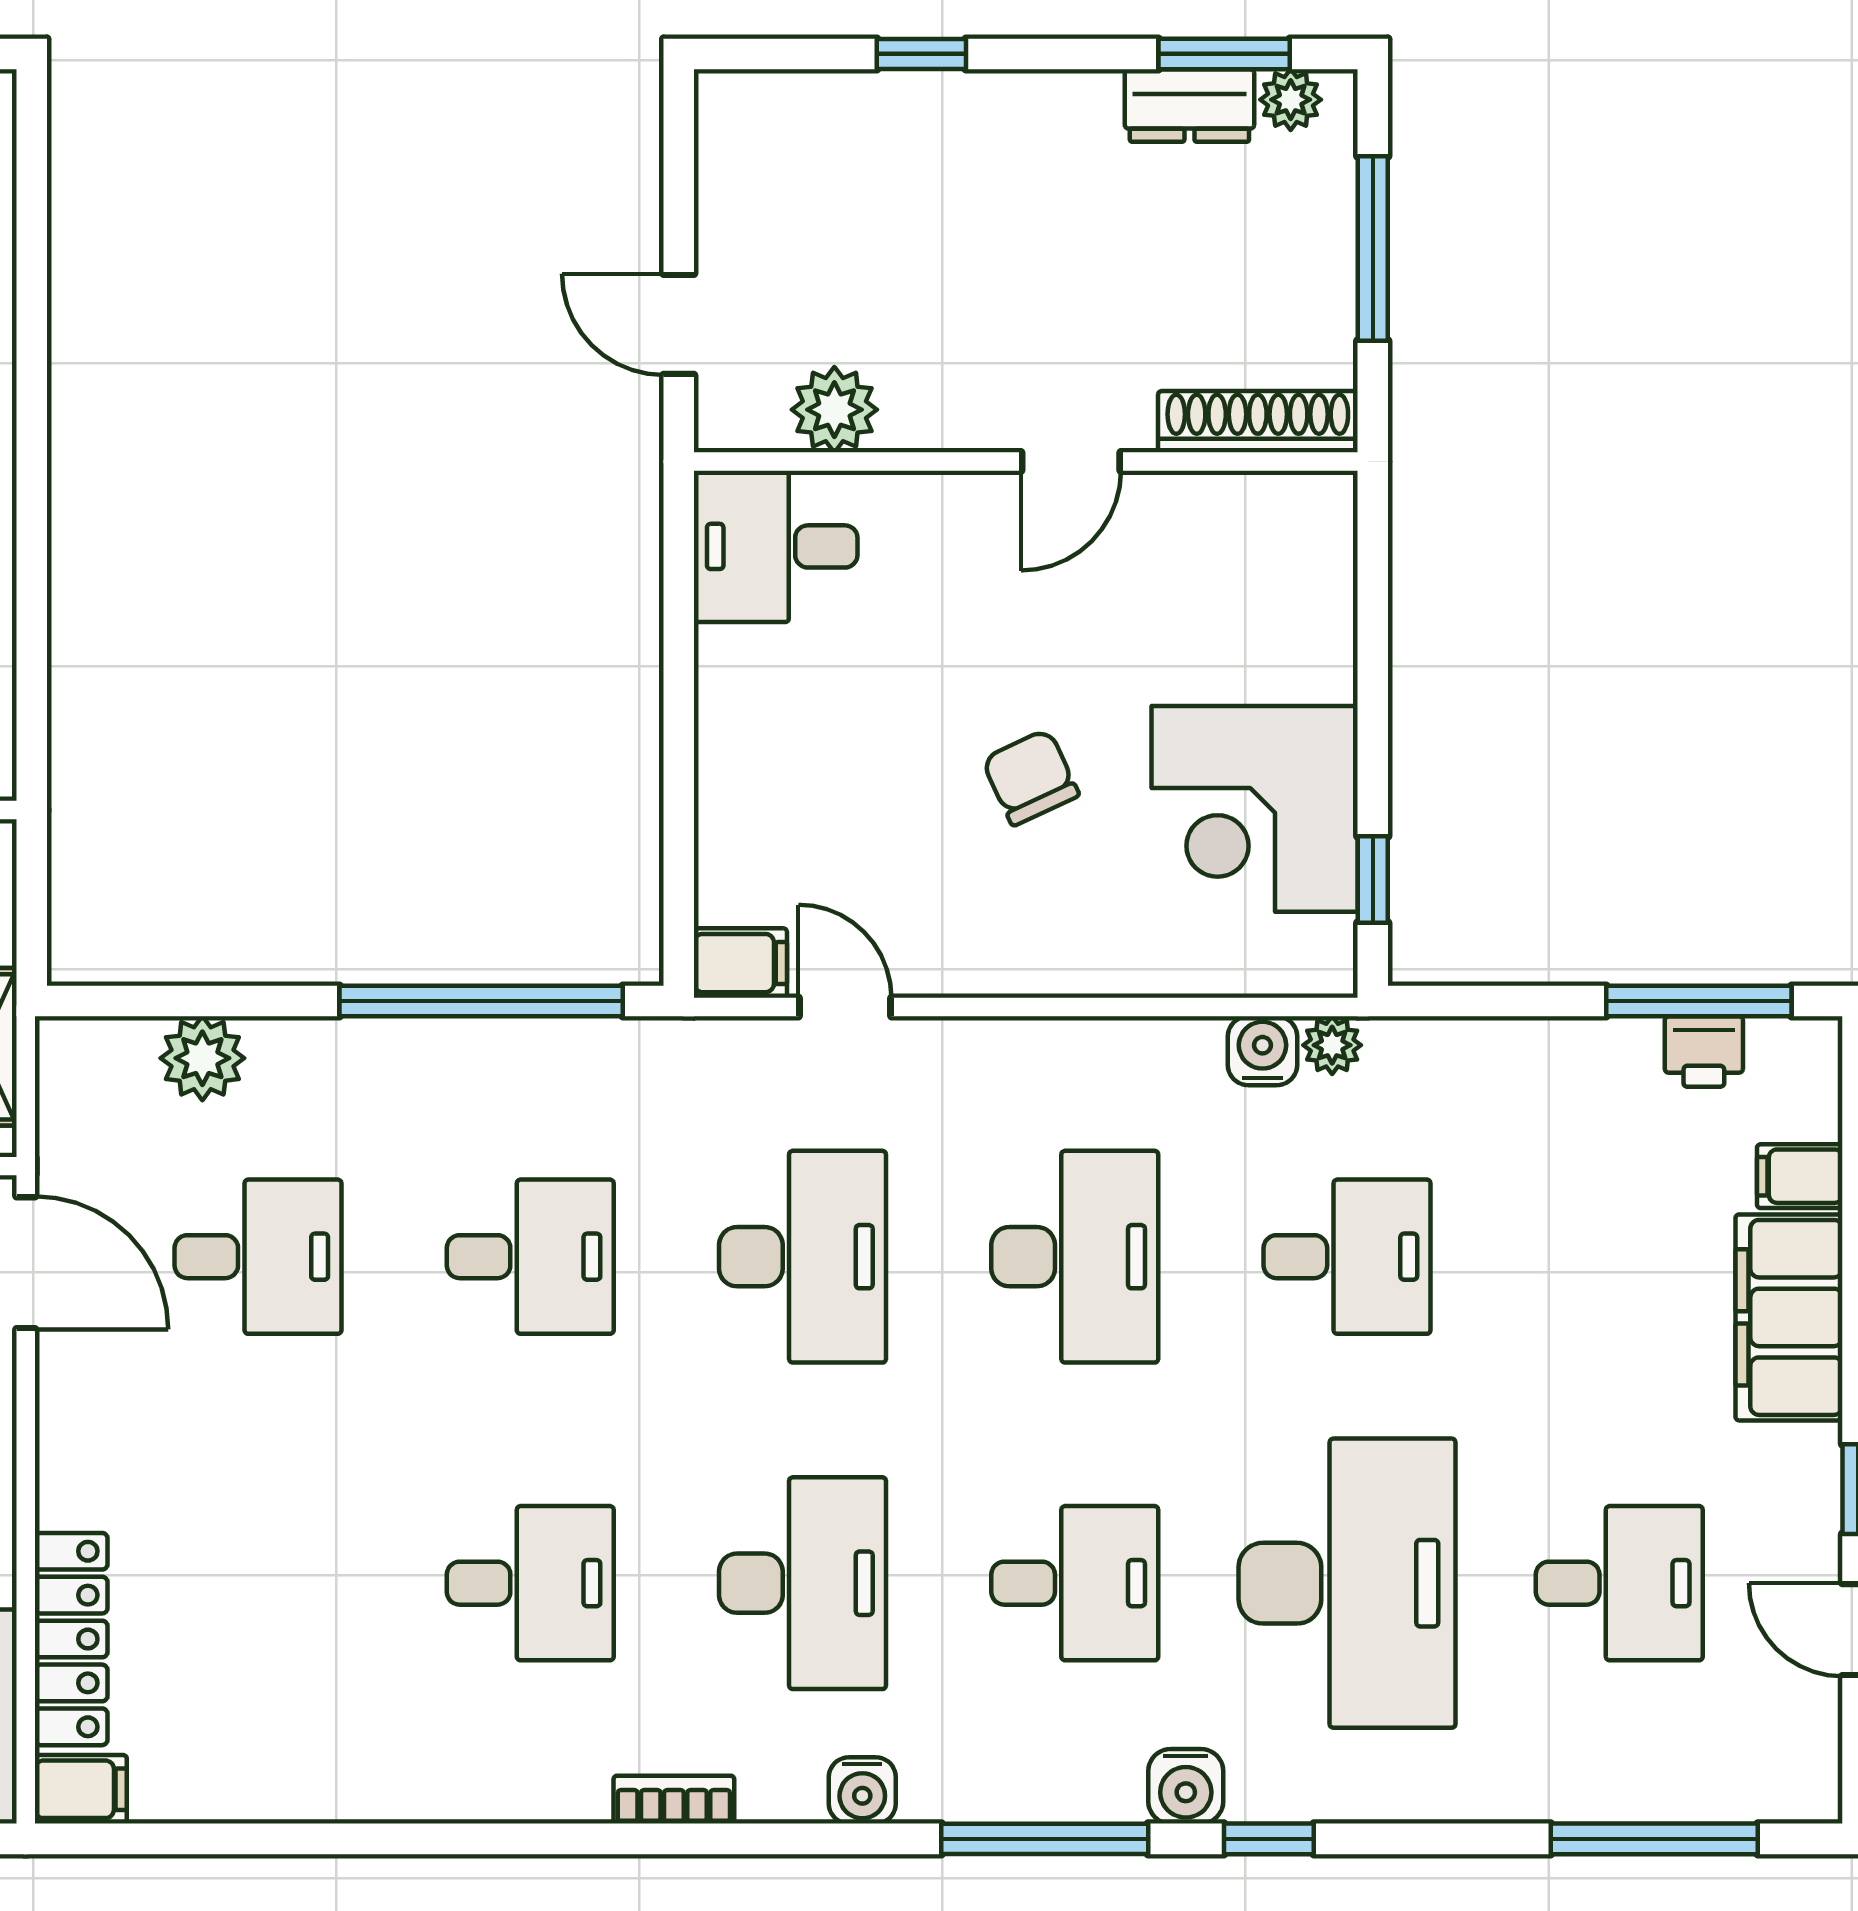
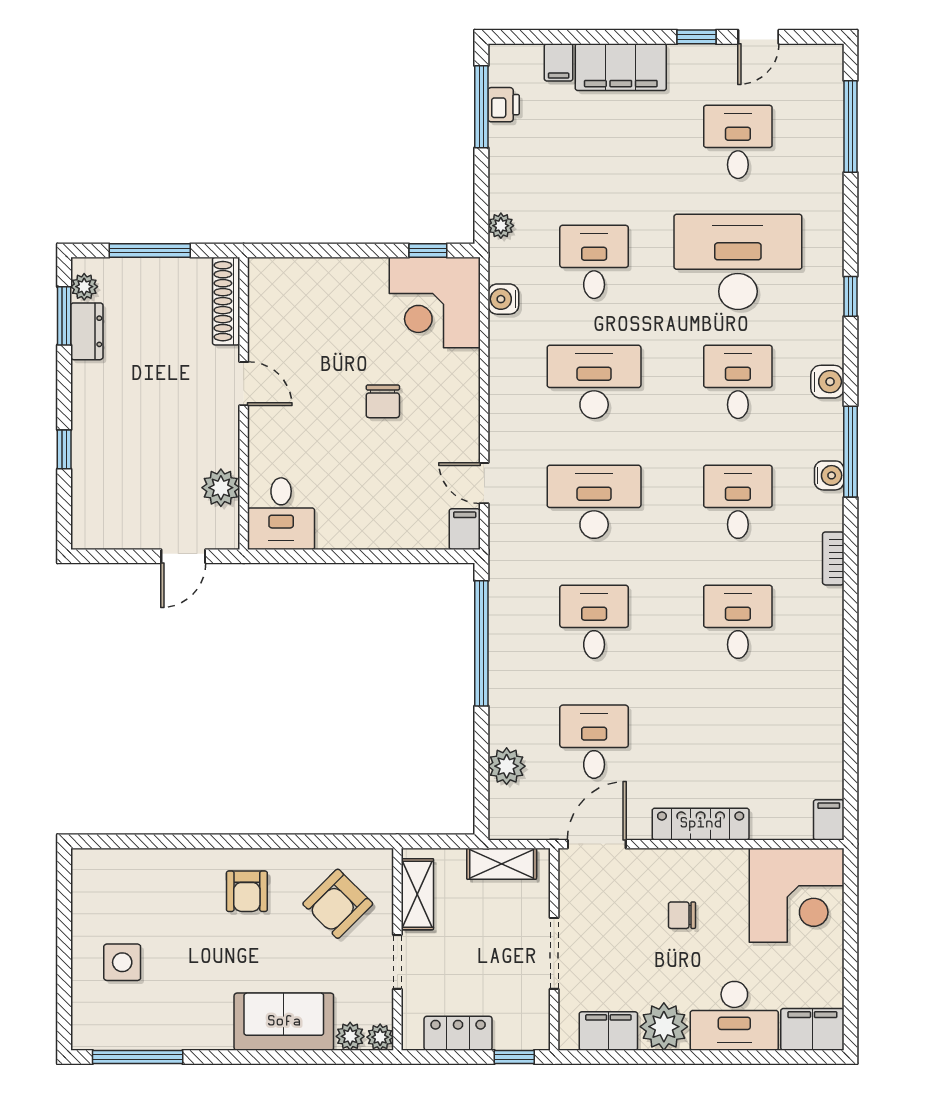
chair: (1030, 777) -> (383, 401), turned -65
corner desk: (1255, 809) -> (435, 303), moved, turned 90
door: (845, 1007) -> (484, 483), hinge flipped
plant: (1332, 1045) -> (501, 226), moved
desk: (803, 1583) -> (738, 502), width x0.73
locker: (71, 1639) -> (701, 824), moved
water cooler: (1186, 1786) -> (827, 382), moved
window: (1045, 1839) -> (851, 452), moved

